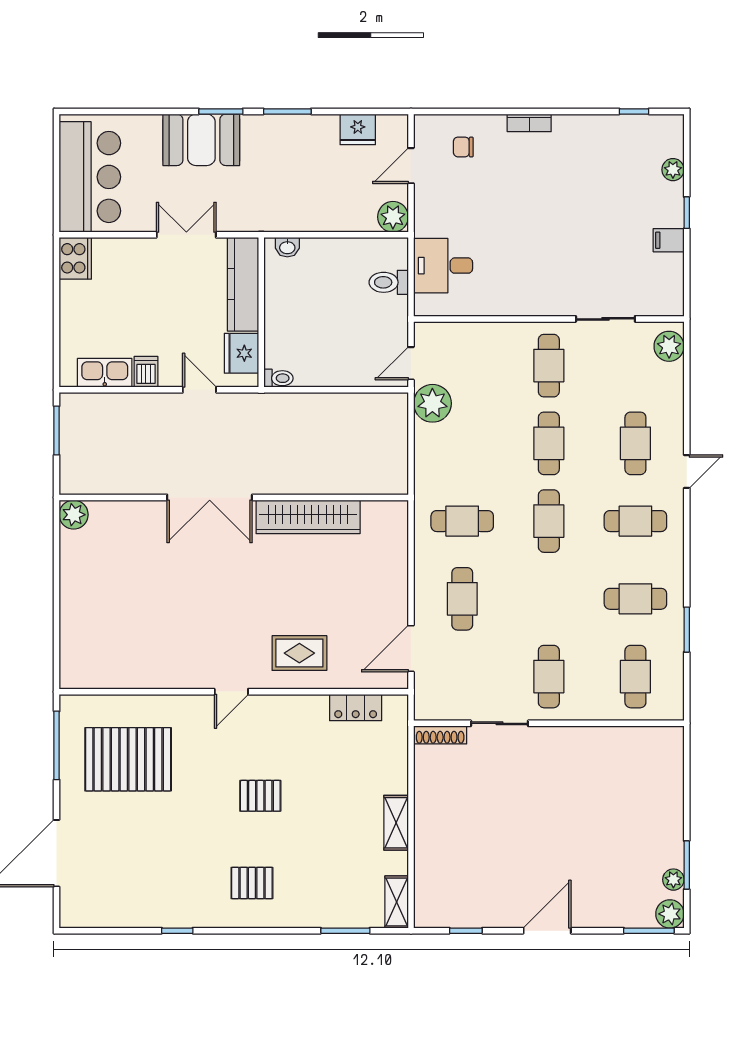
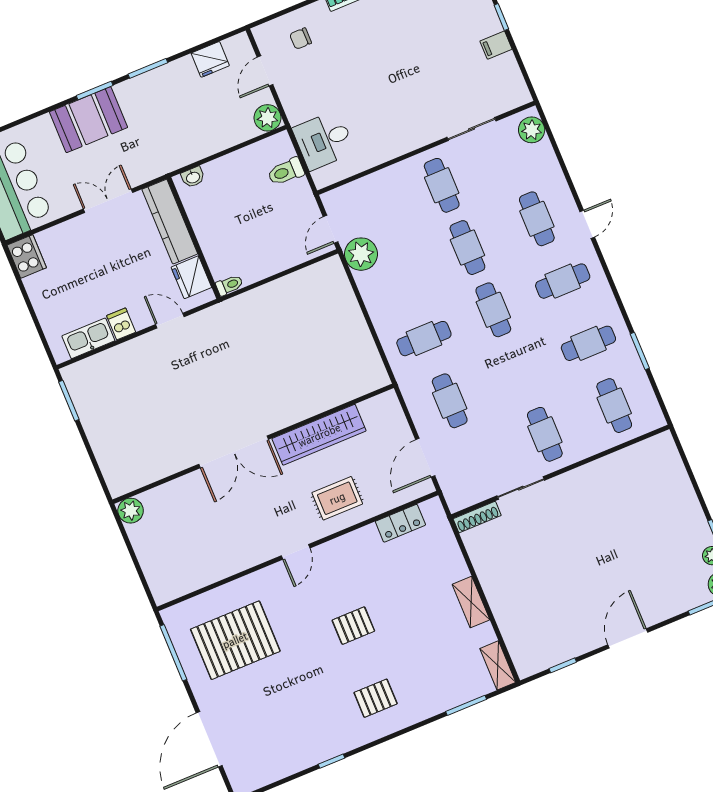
double door: (210, 497) -> (234, 452), moved
wall: (234, 497) -> (253, 444), moved
plant: (74, 515) -> (131, 511), moved
wardrobe: (308, 517) -> (319, 435), moved

